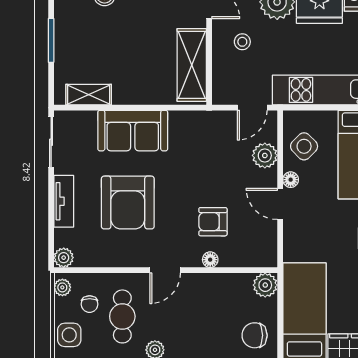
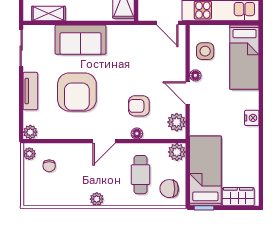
door: (252, 108) -> (167, 23), hinge flipped
side table: (304, 146) -> (205, 51), turned 45
plant: (265, 155) -> (177, 122), moved
cafe table: (122, 316) -> (141, 175), moved
side table: (69, 335) -> (34, 188), removed

